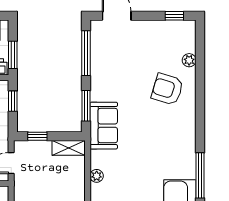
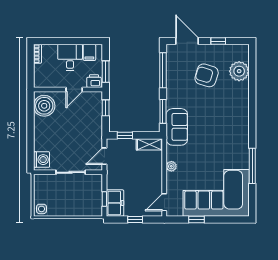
window: (174, 16) -> (218, 41), moved
plant: (189, 60) -> (239, 71), width x1.87, depth x1.87
armchair: (167, 89) -> (207, 75), moved

